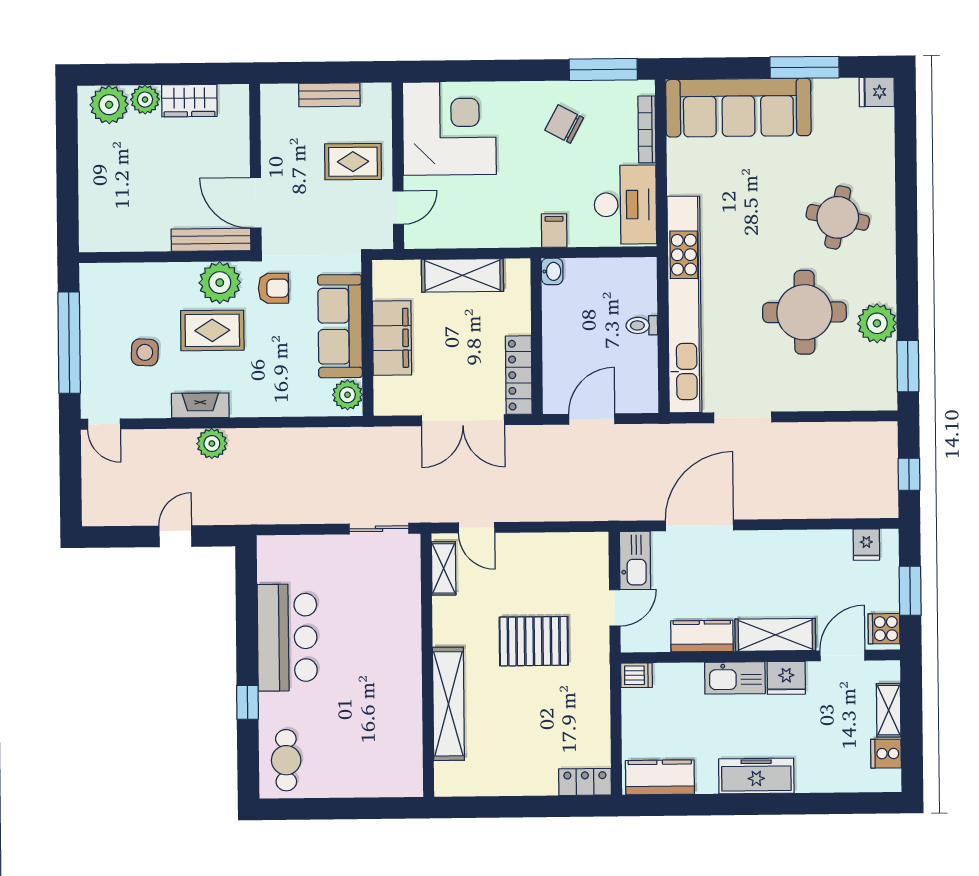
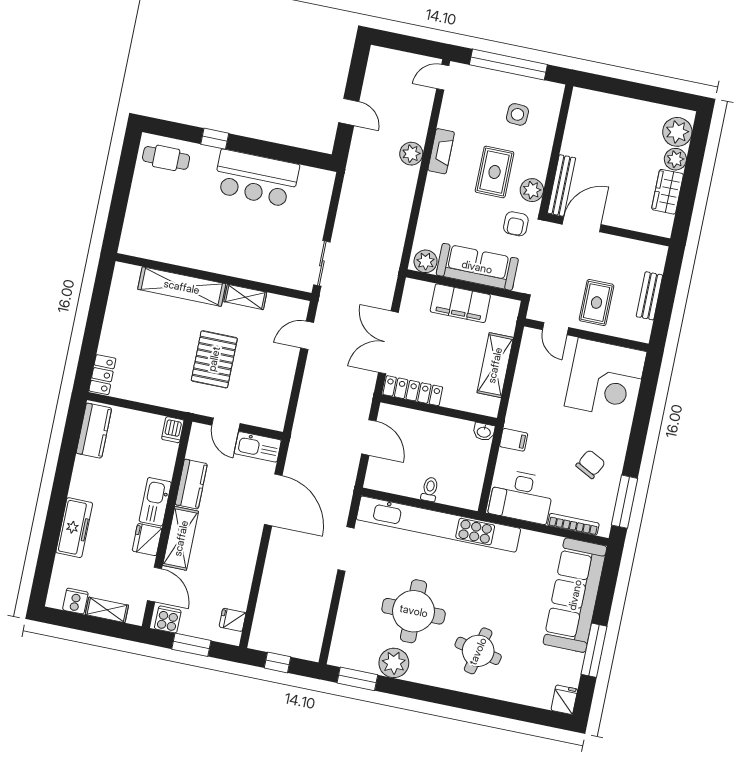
plant: (220, 283) -> (532, 190), width x0.73, depth x0.73
side table: (145, 352) -> (517, 114), moved
shelving: (444, 568) -> (245, 297), moved
freezer: (756, 776) -> (74, 528), moved

